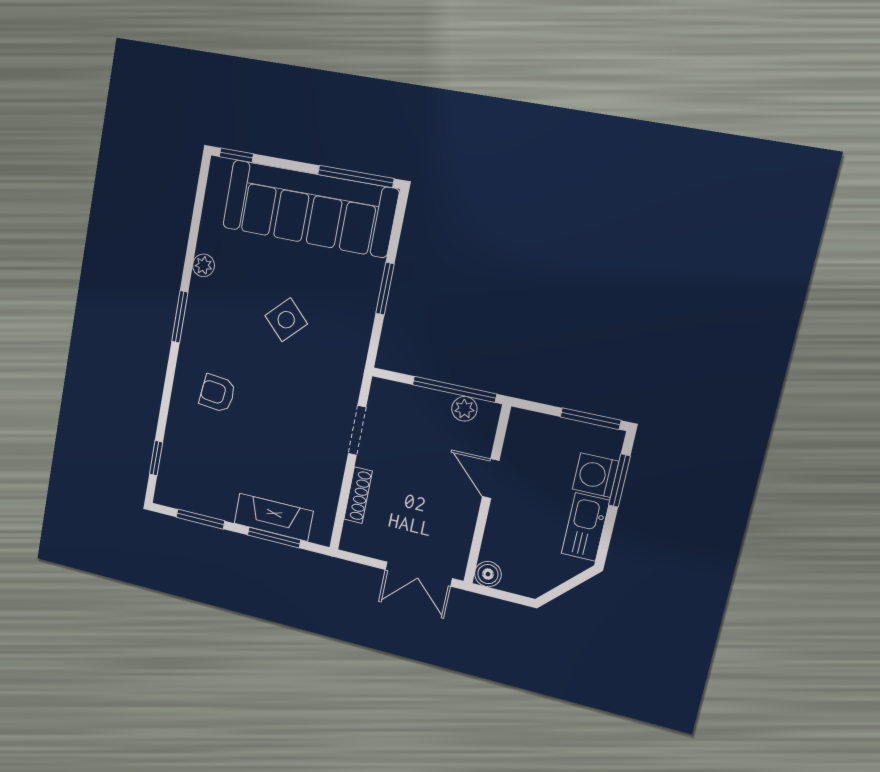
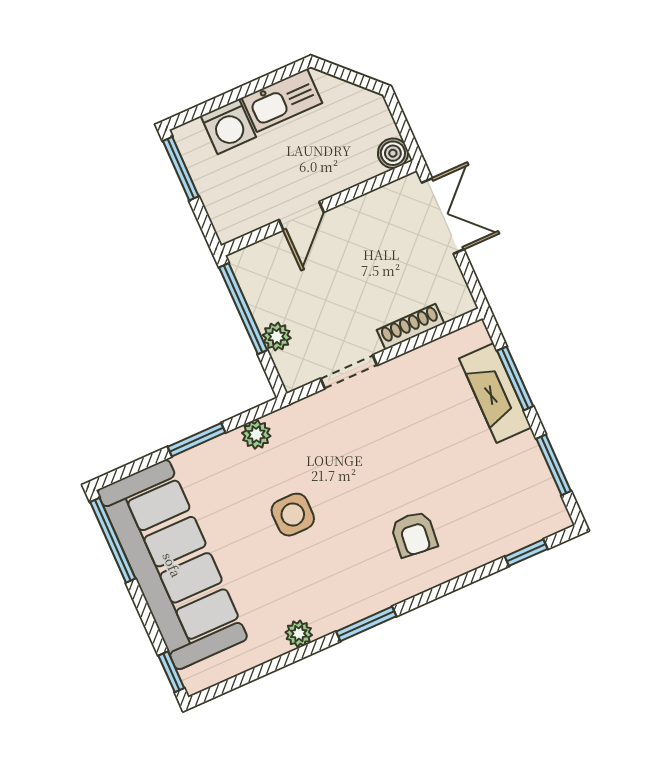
side table: (286, 320) -> (293, 515), turned 45
plant: (359, 334) -> (256, 435), added
plant: (464, 409) -> (277, 337), moved
window: (619, 481) -> (218, 103), removed

